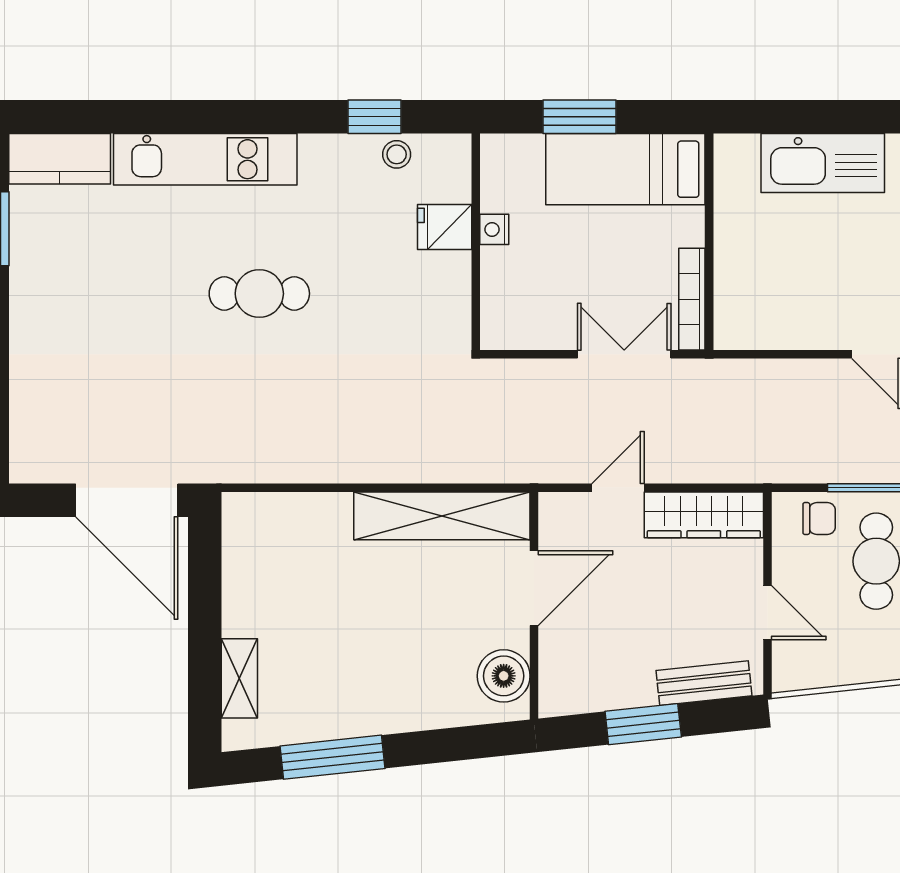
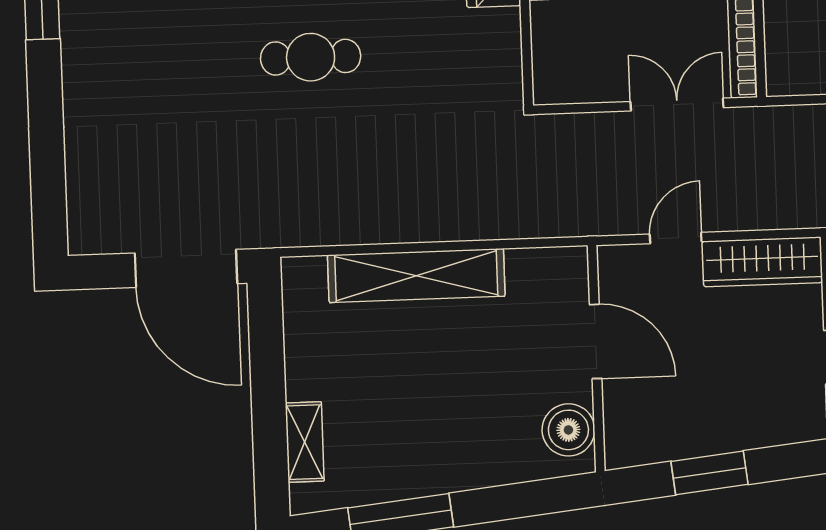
shelving: (442, 516) -> (416, 276), moved
door: (534, 588) -> (596, 341), hinge flipped
bench: (704, 683) -> (769, 430), removed

